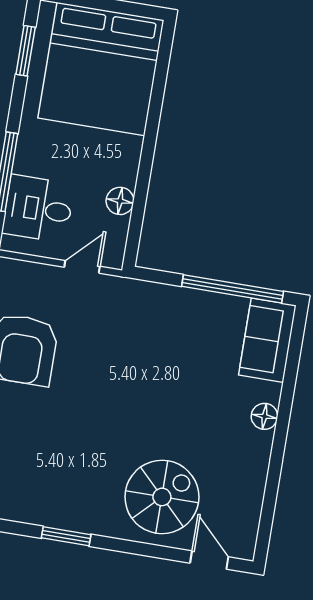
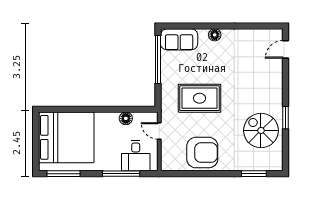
window: (26, 51) -> (63, 174), width x1.44
rug: (137, 363) -> (200, 98), added
spiral stairs: (162, 497) -> (261, 130), moved

